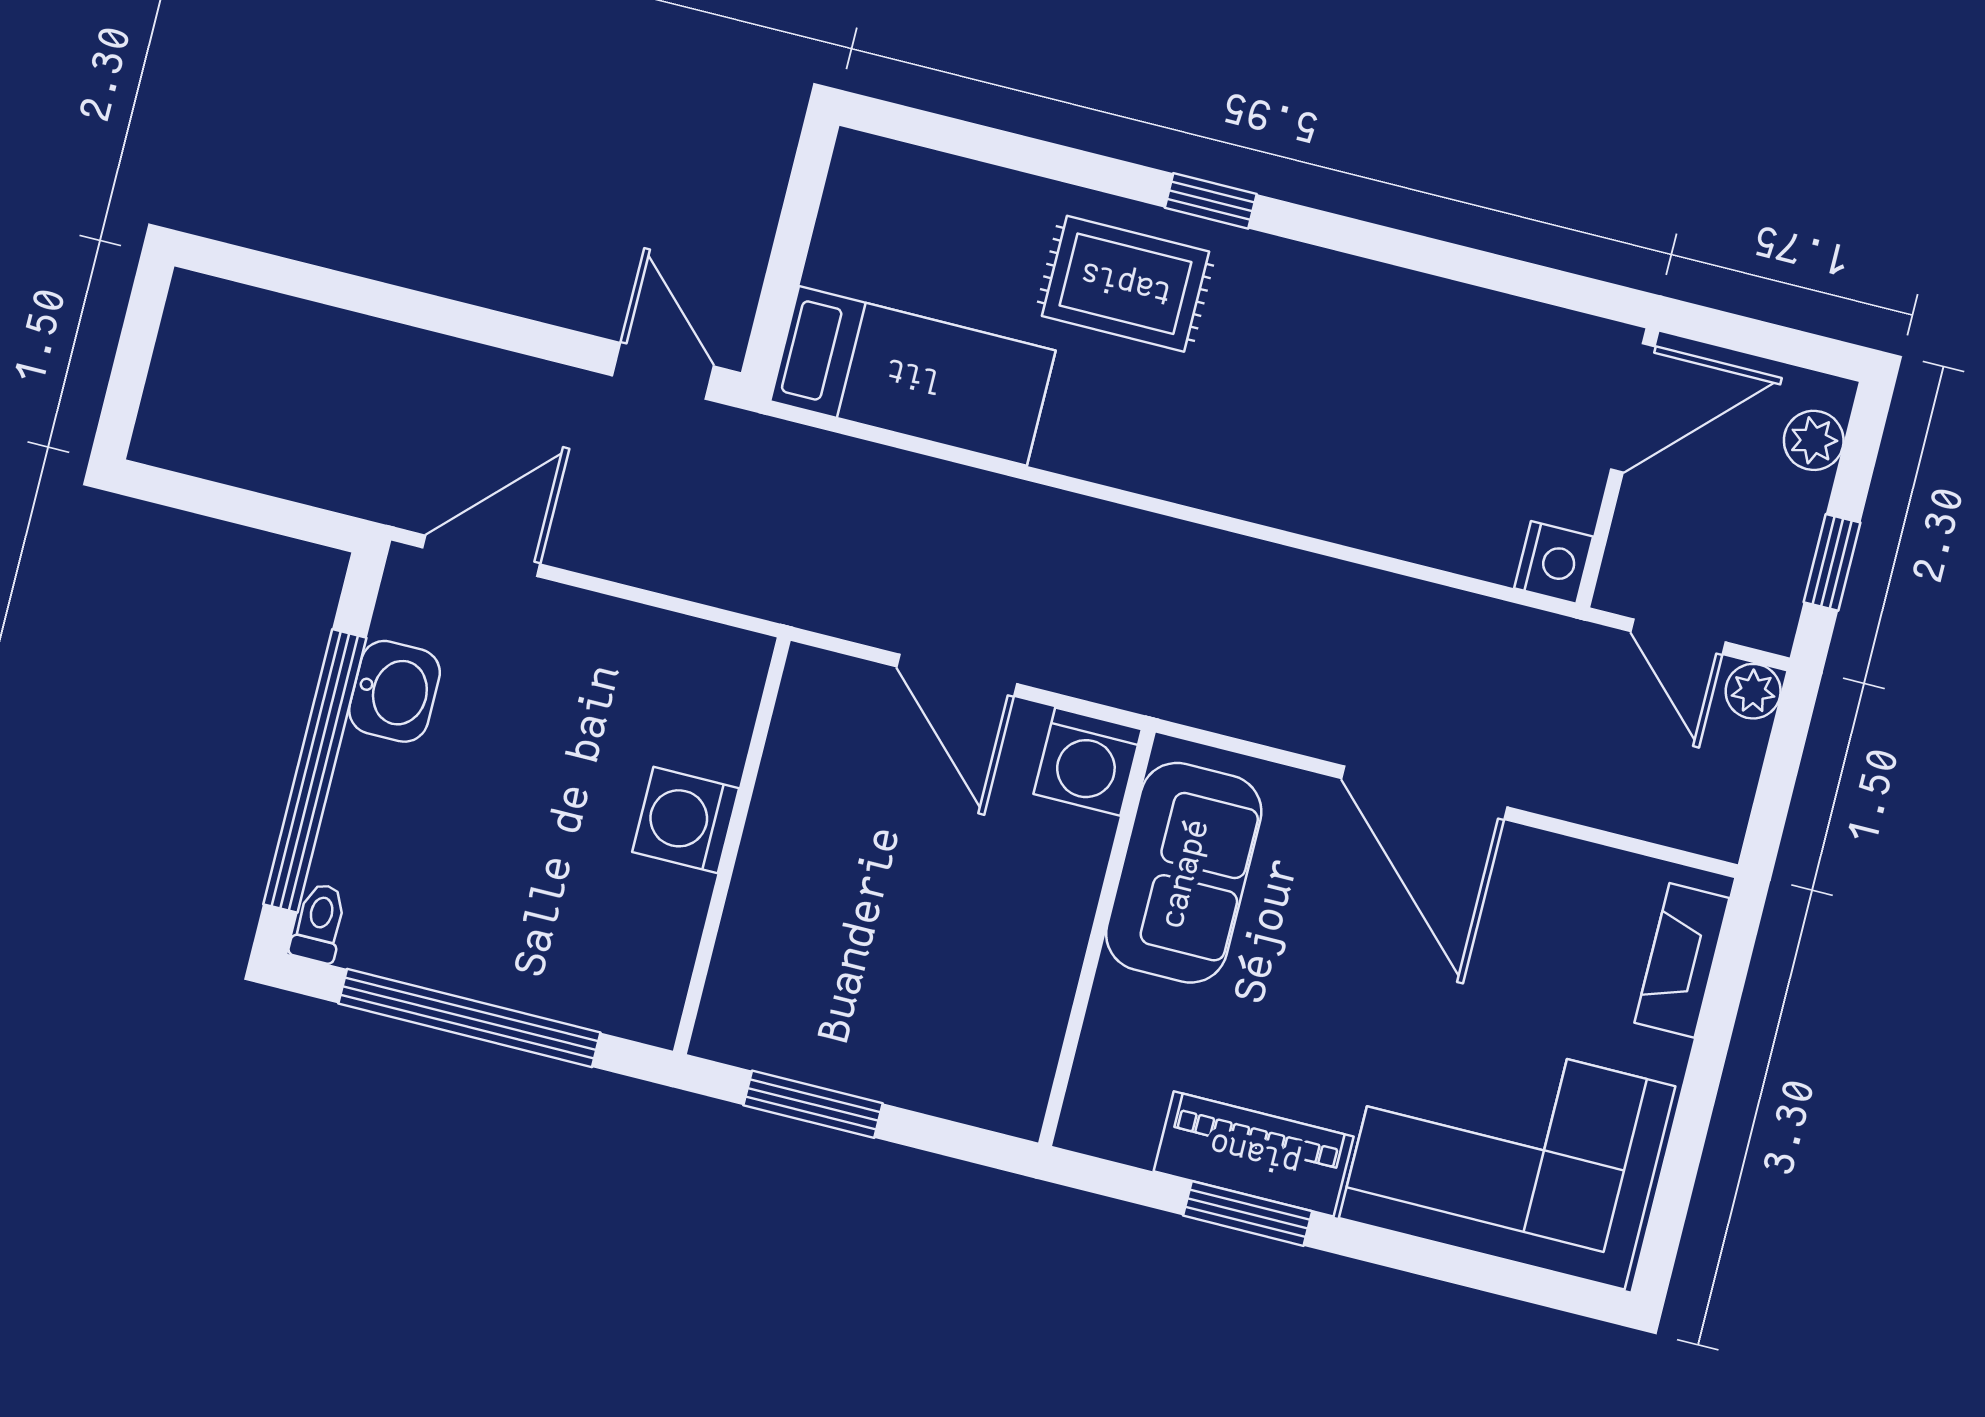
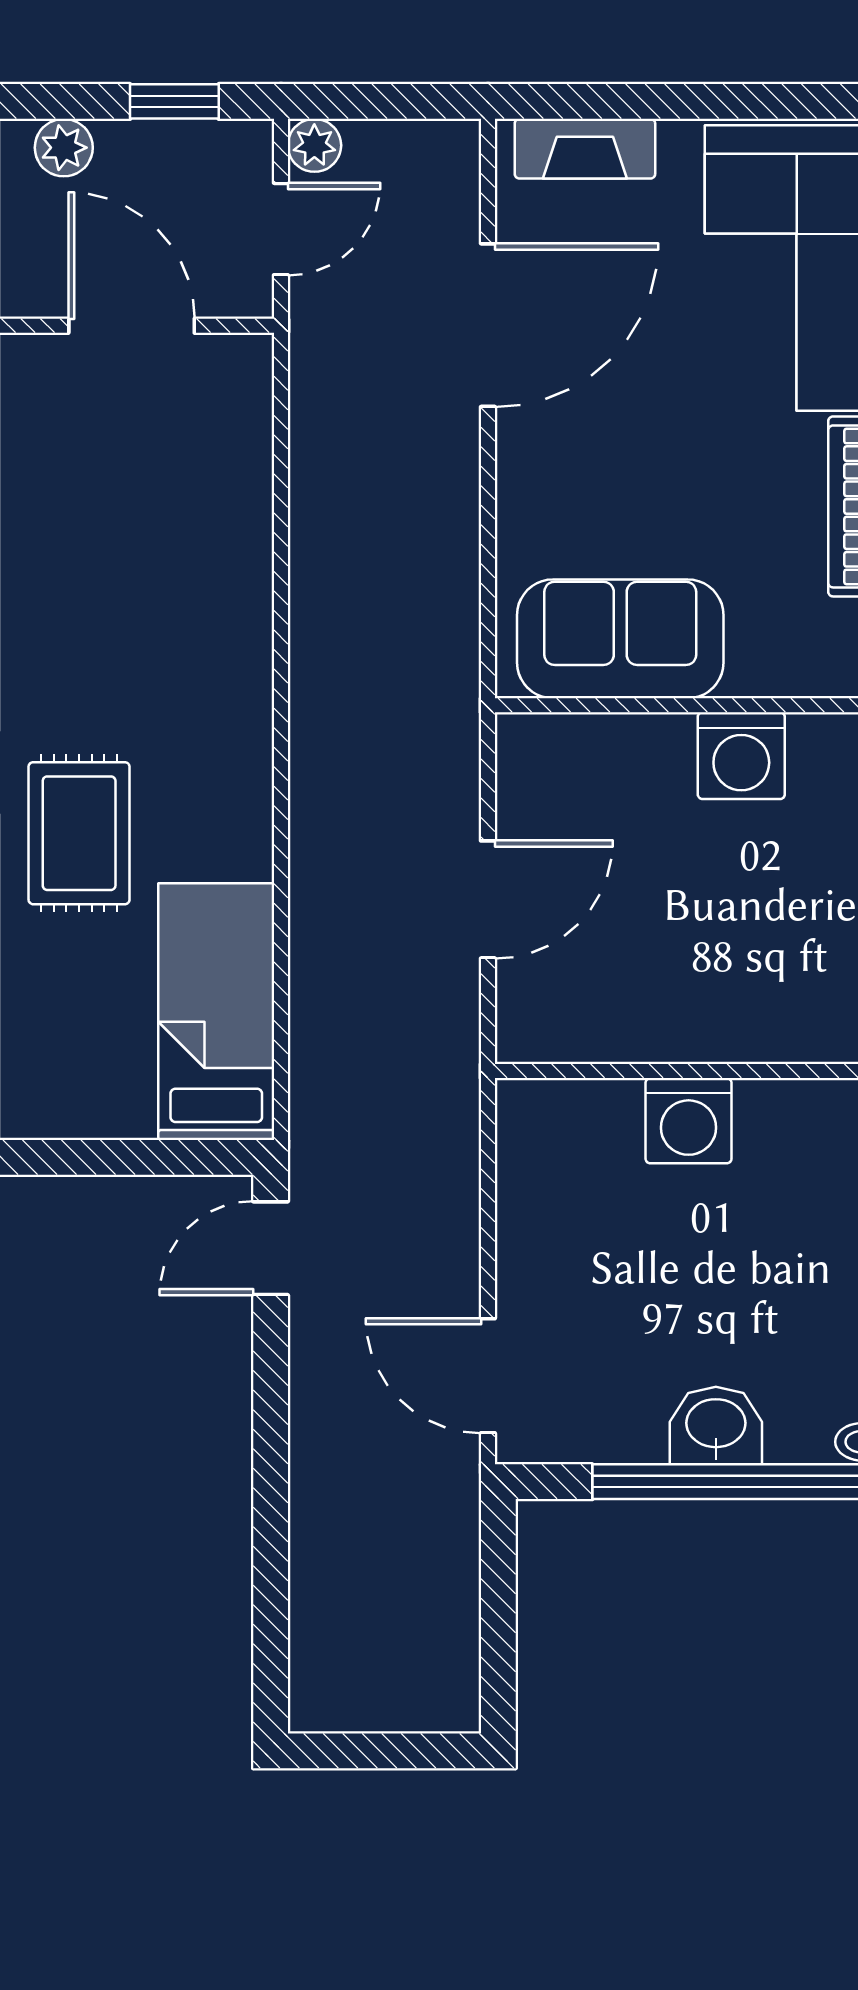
door: (1633, 408) -> (132, 326), moved
nightstand: (1554, 562) -> (240, 364), removed
washbasin: (394, 691) -> (716, 1426), moved
washing machine: (1088, 762) -> (741, 756), moved, turned 90
door: (1424, 793) -> (488, 325), moved

